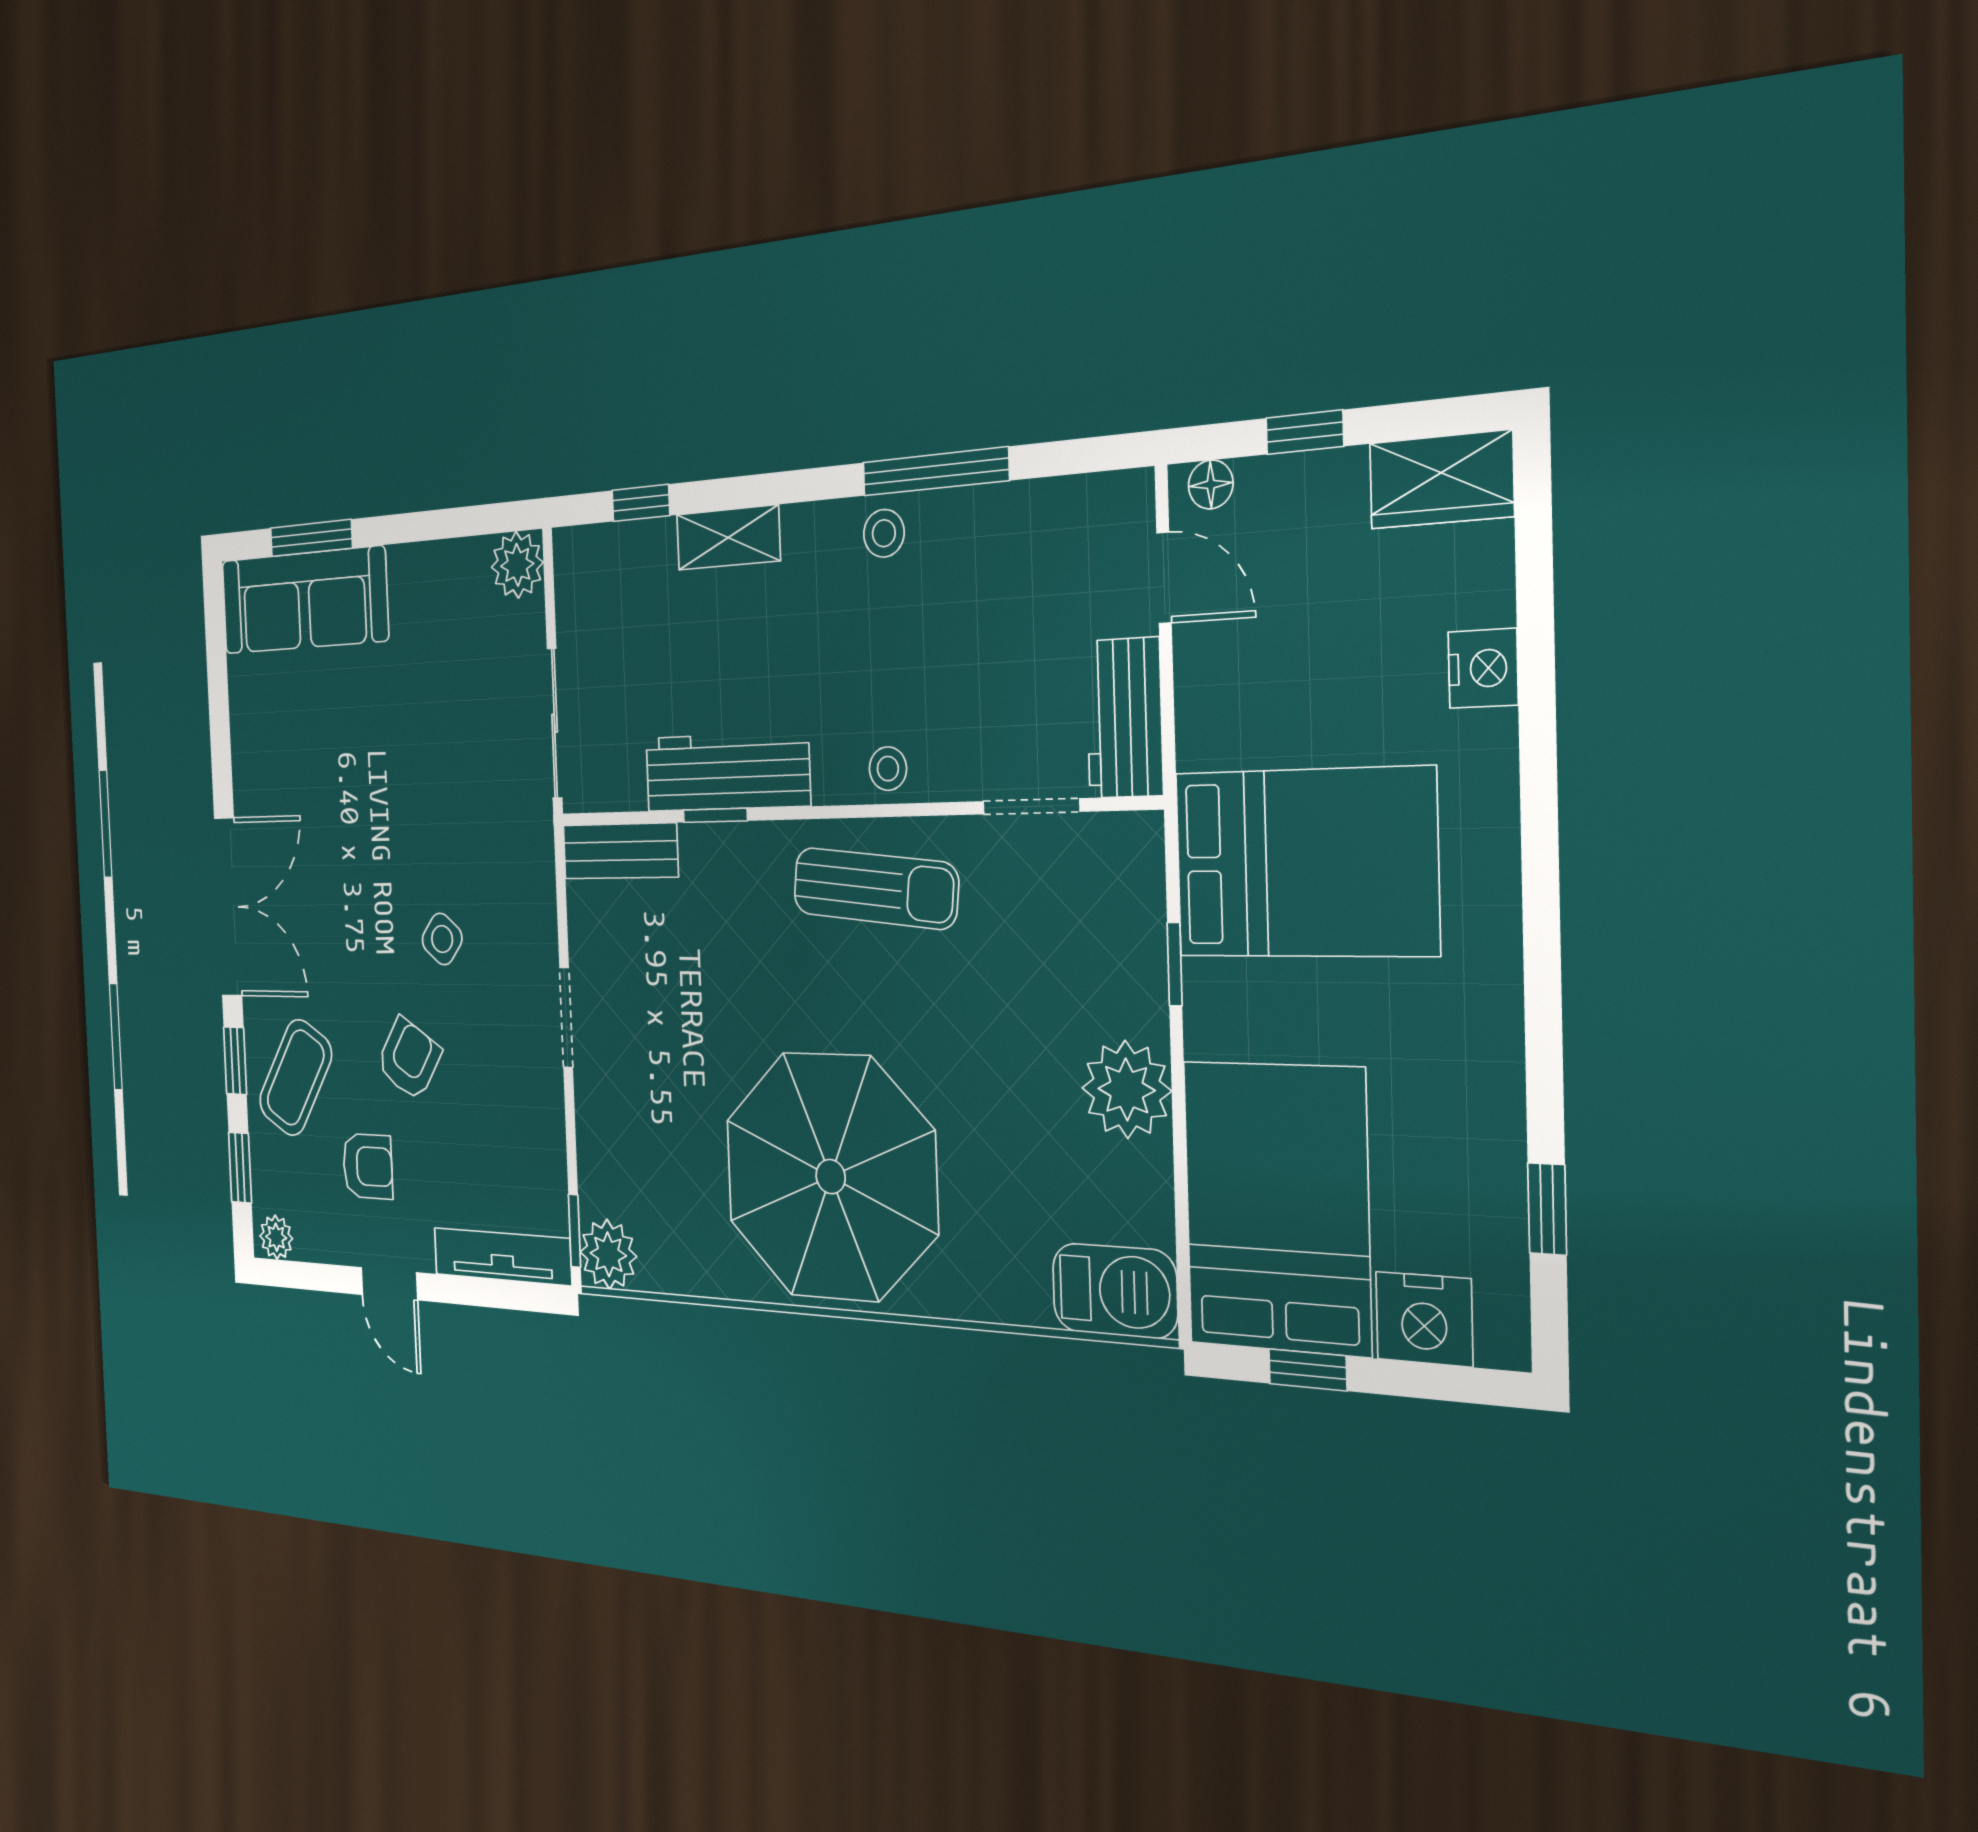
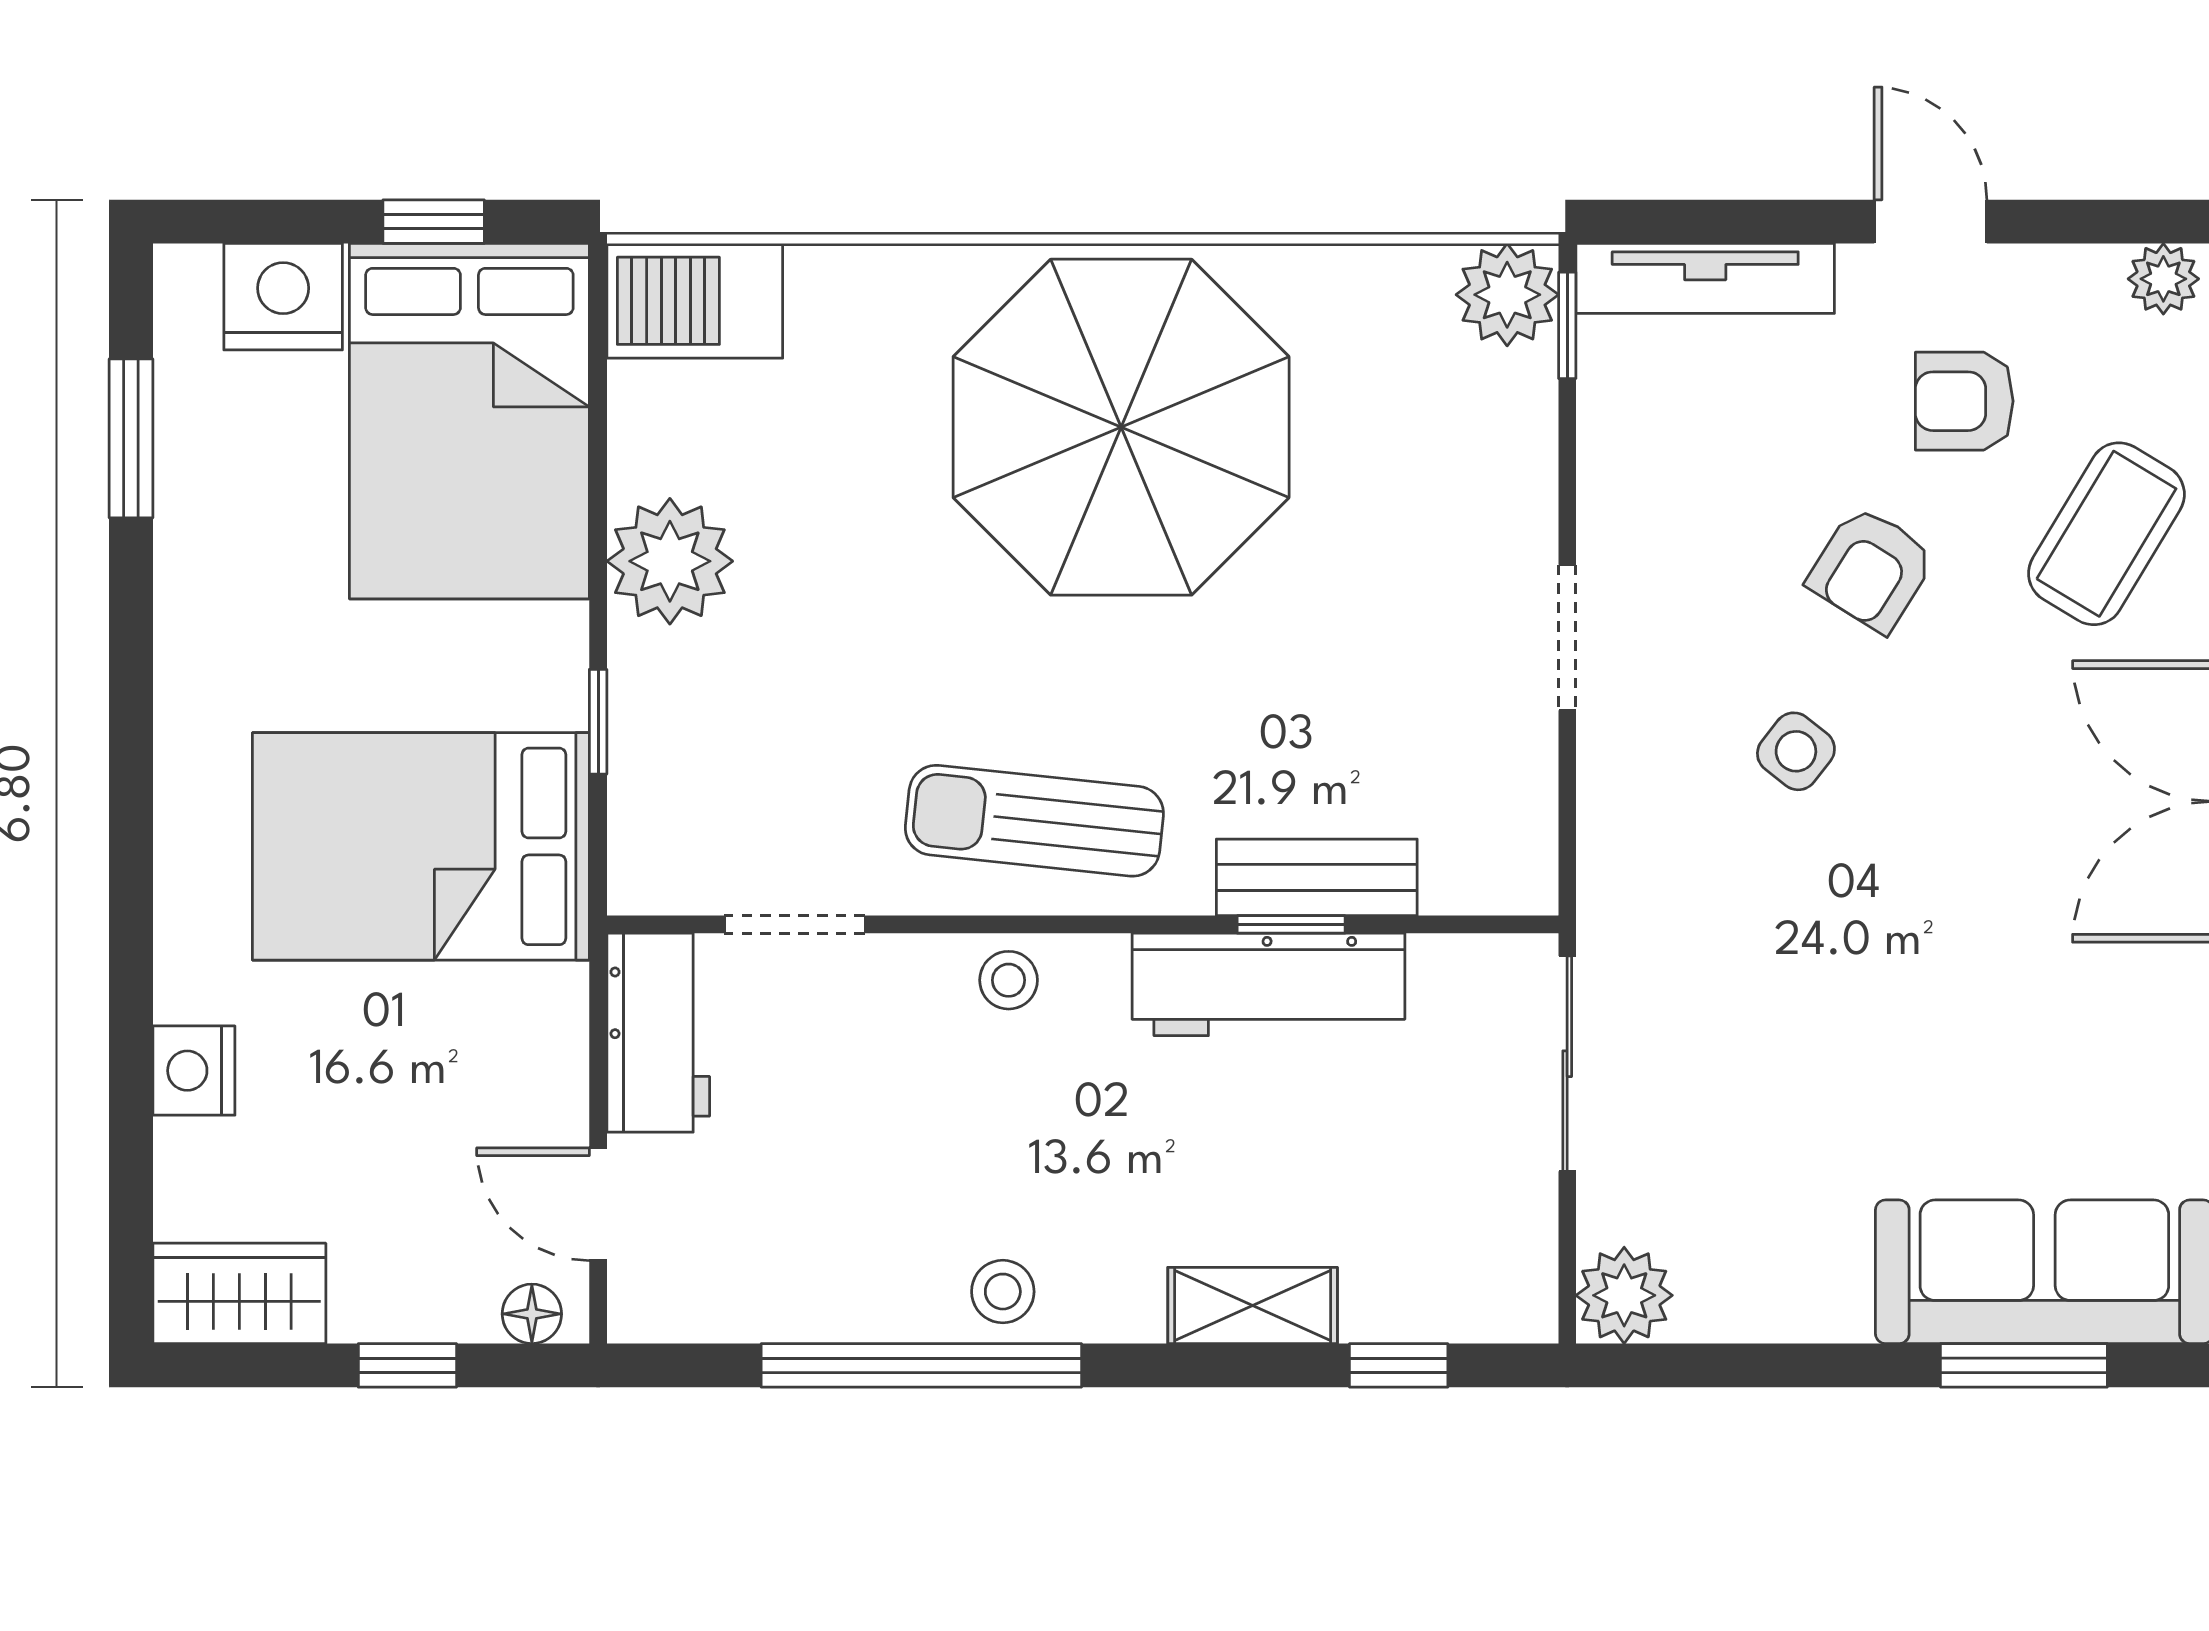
window: (935, 471) -> (921, 1365), width x1.46
bench: (620, 851) -> (1317, 877), moved
window: (1547, 1209) -> (131, 438), width x1.50

